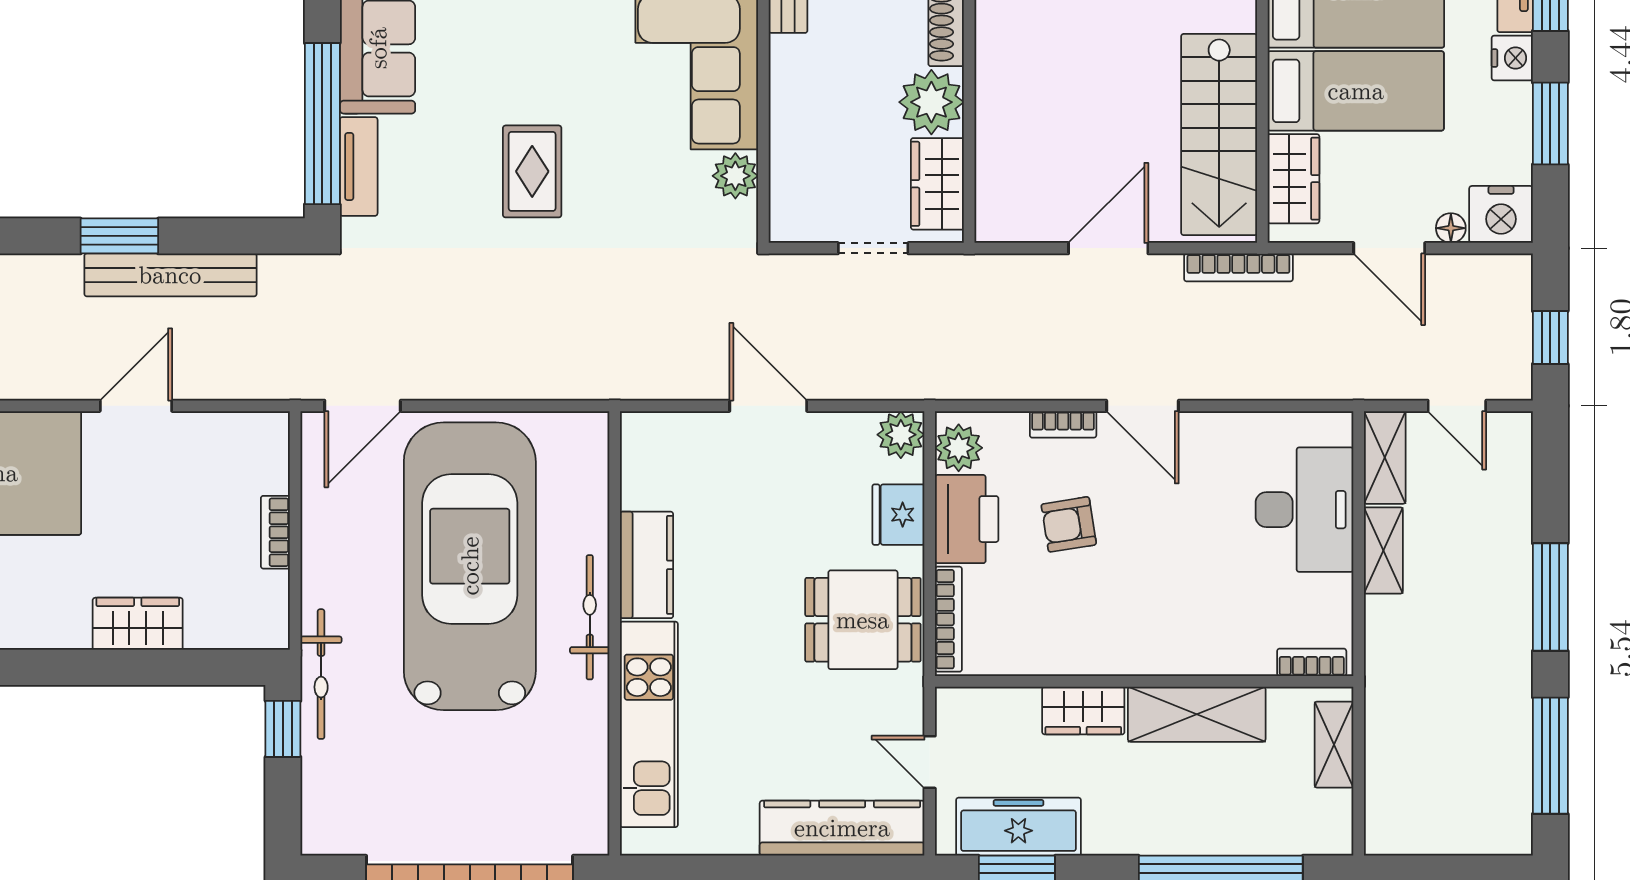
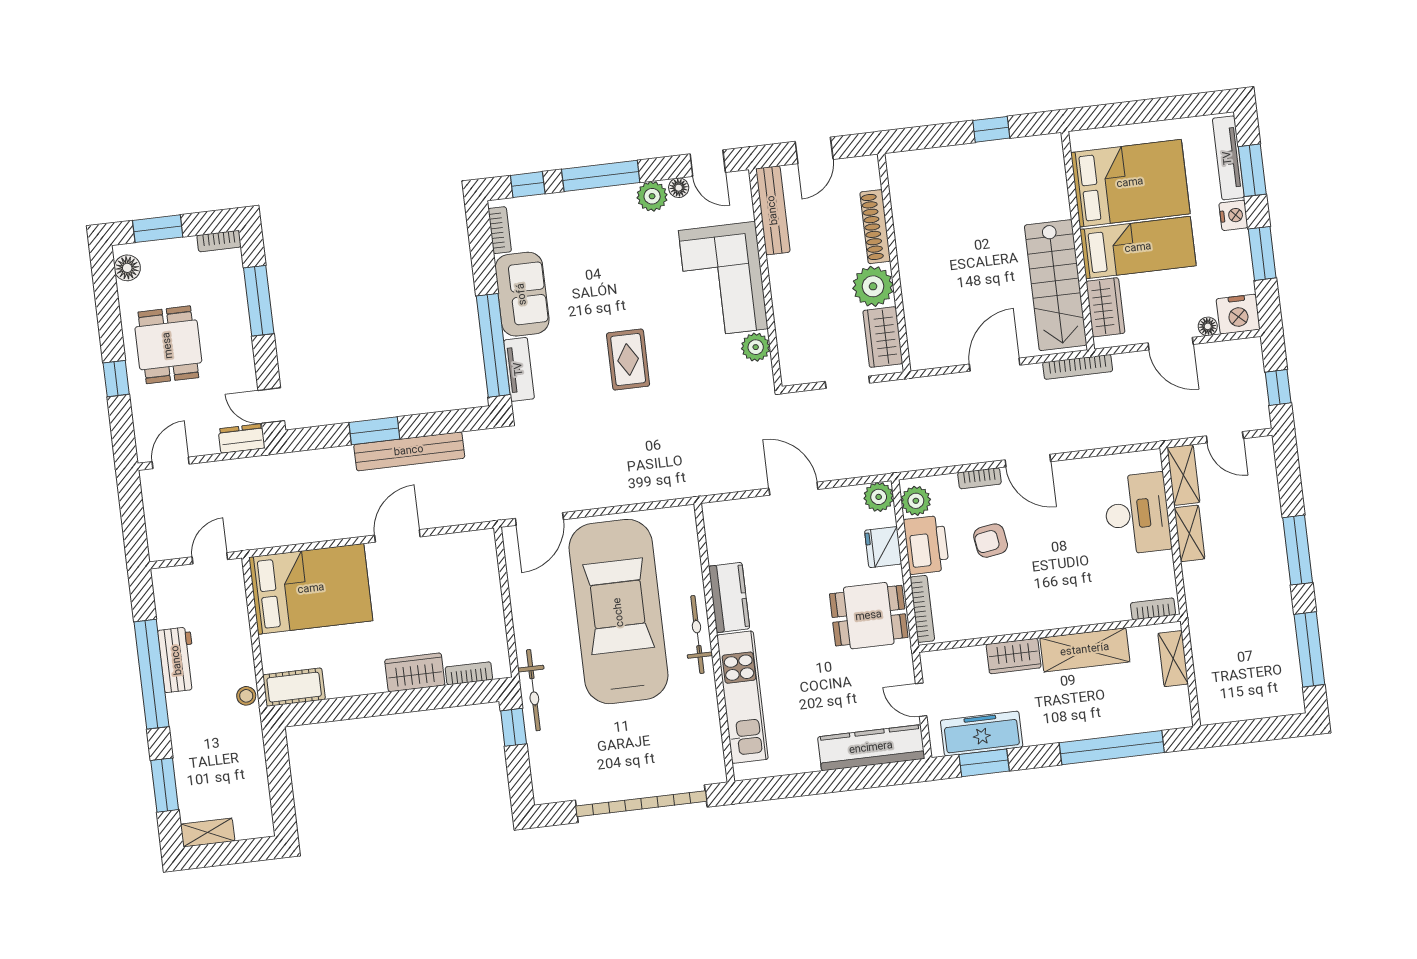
bookcase: (275, 532) -> (469, 673), moved, turned 90

